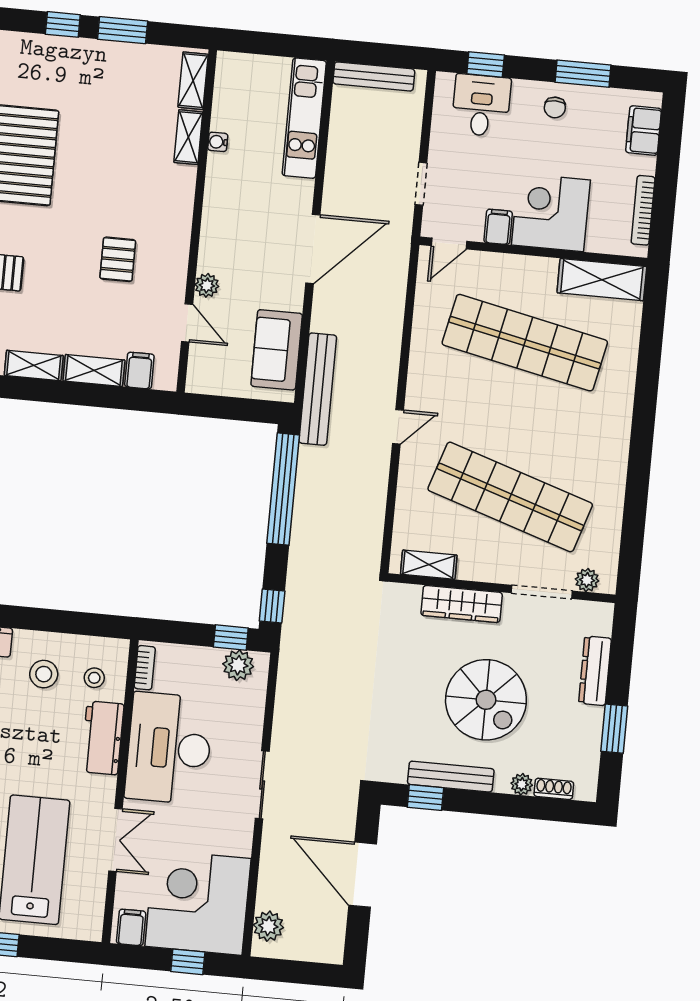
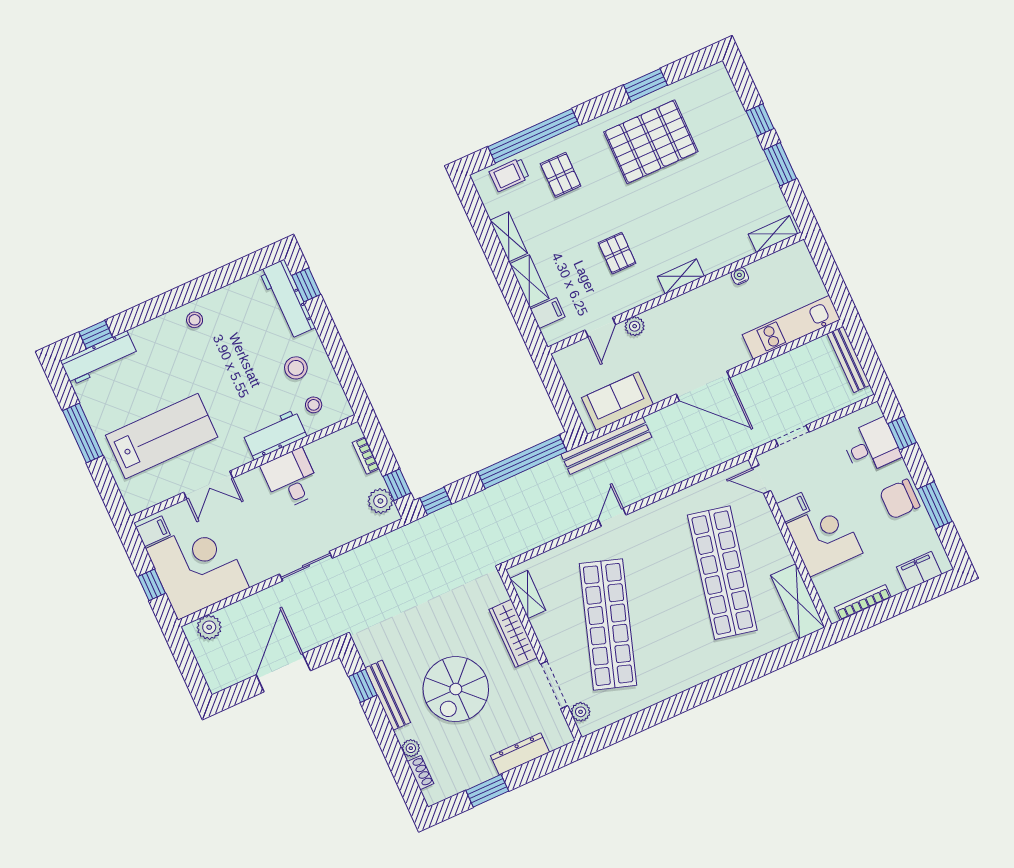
chair: (555, 107) -> (900, 499), width x1.87, depth x1.87
shelving: (188, 137) -> (681, 276), moved
pallet: (118, 259) -> (617, 253), turned 90
door: (398, 427) -> (612, 517), swing flipped
bookcase: (145, 668) -> (366, 456), moved, turned 90
desk: (169, 748) -> (291, 479), width x0.53, depth x0.77

